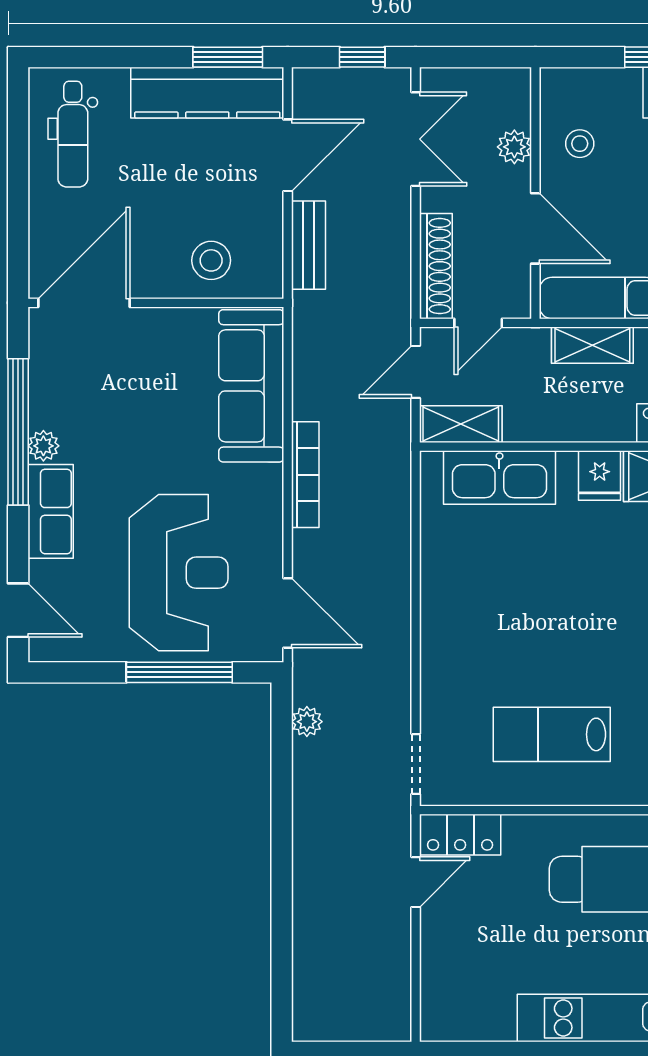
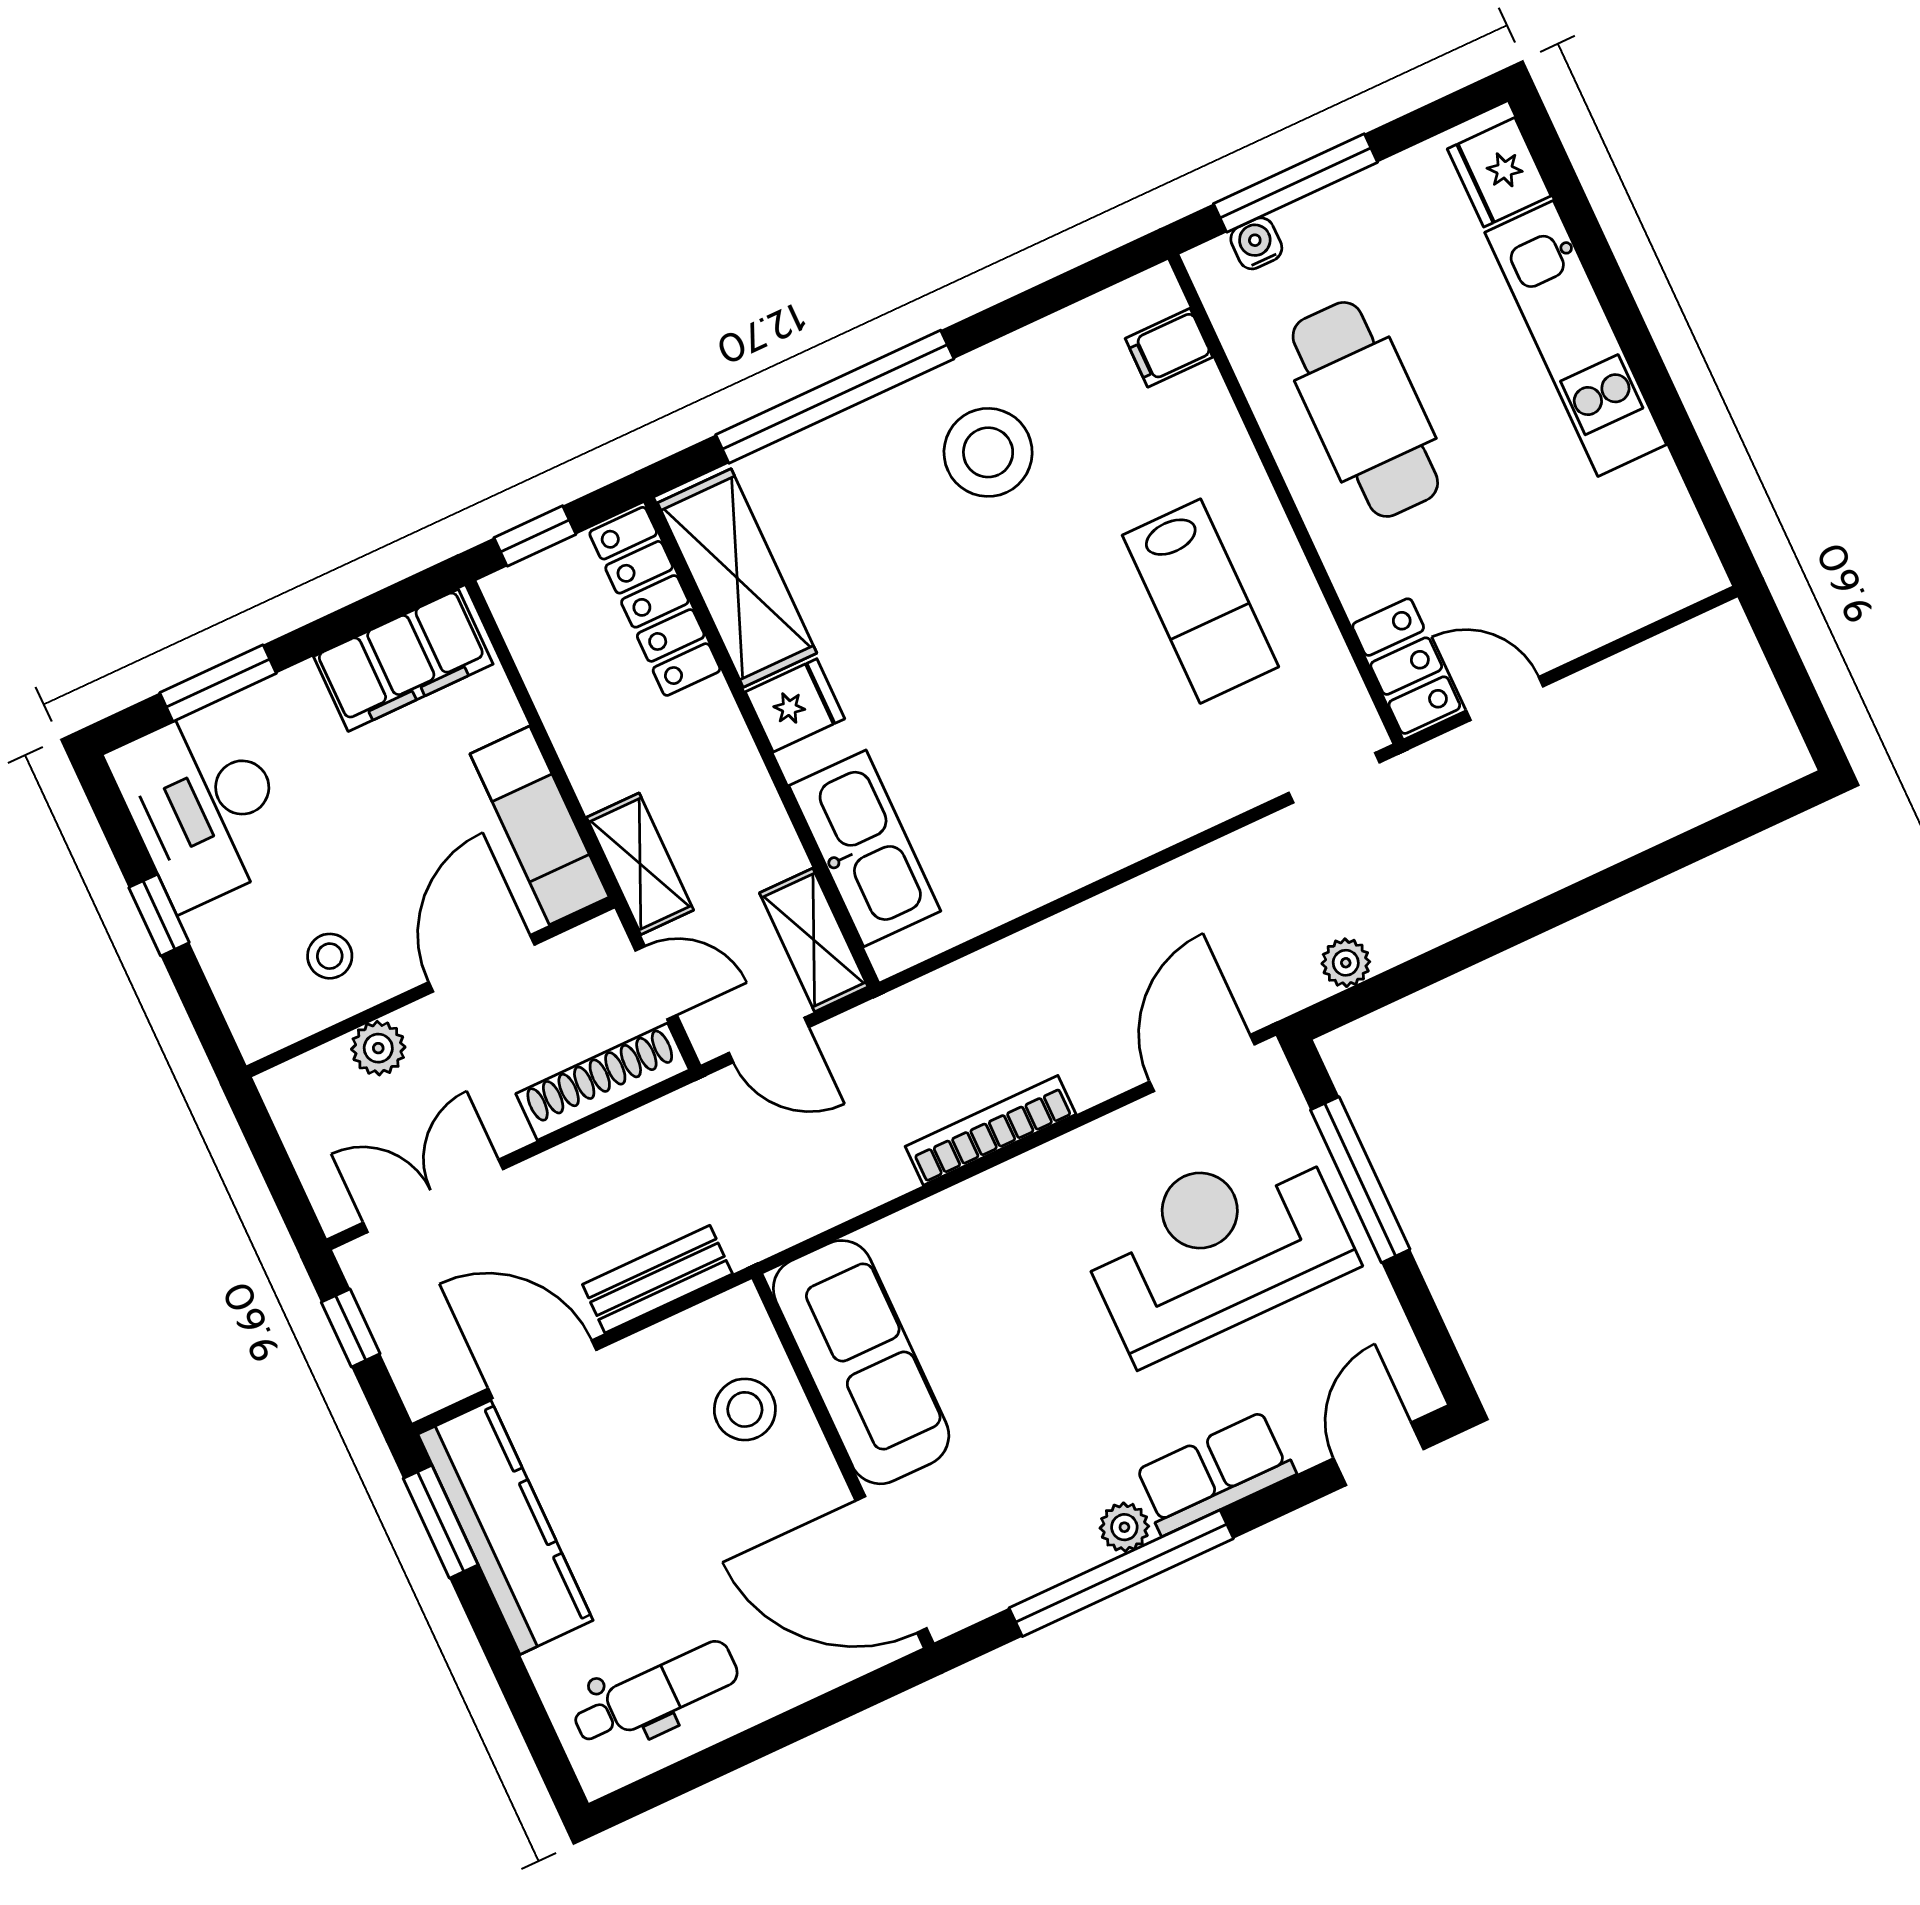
shelving: (592, 345) -> (640, 864), moved
sofa: (251, 386) -> (861, 1362), moved, turned -90

